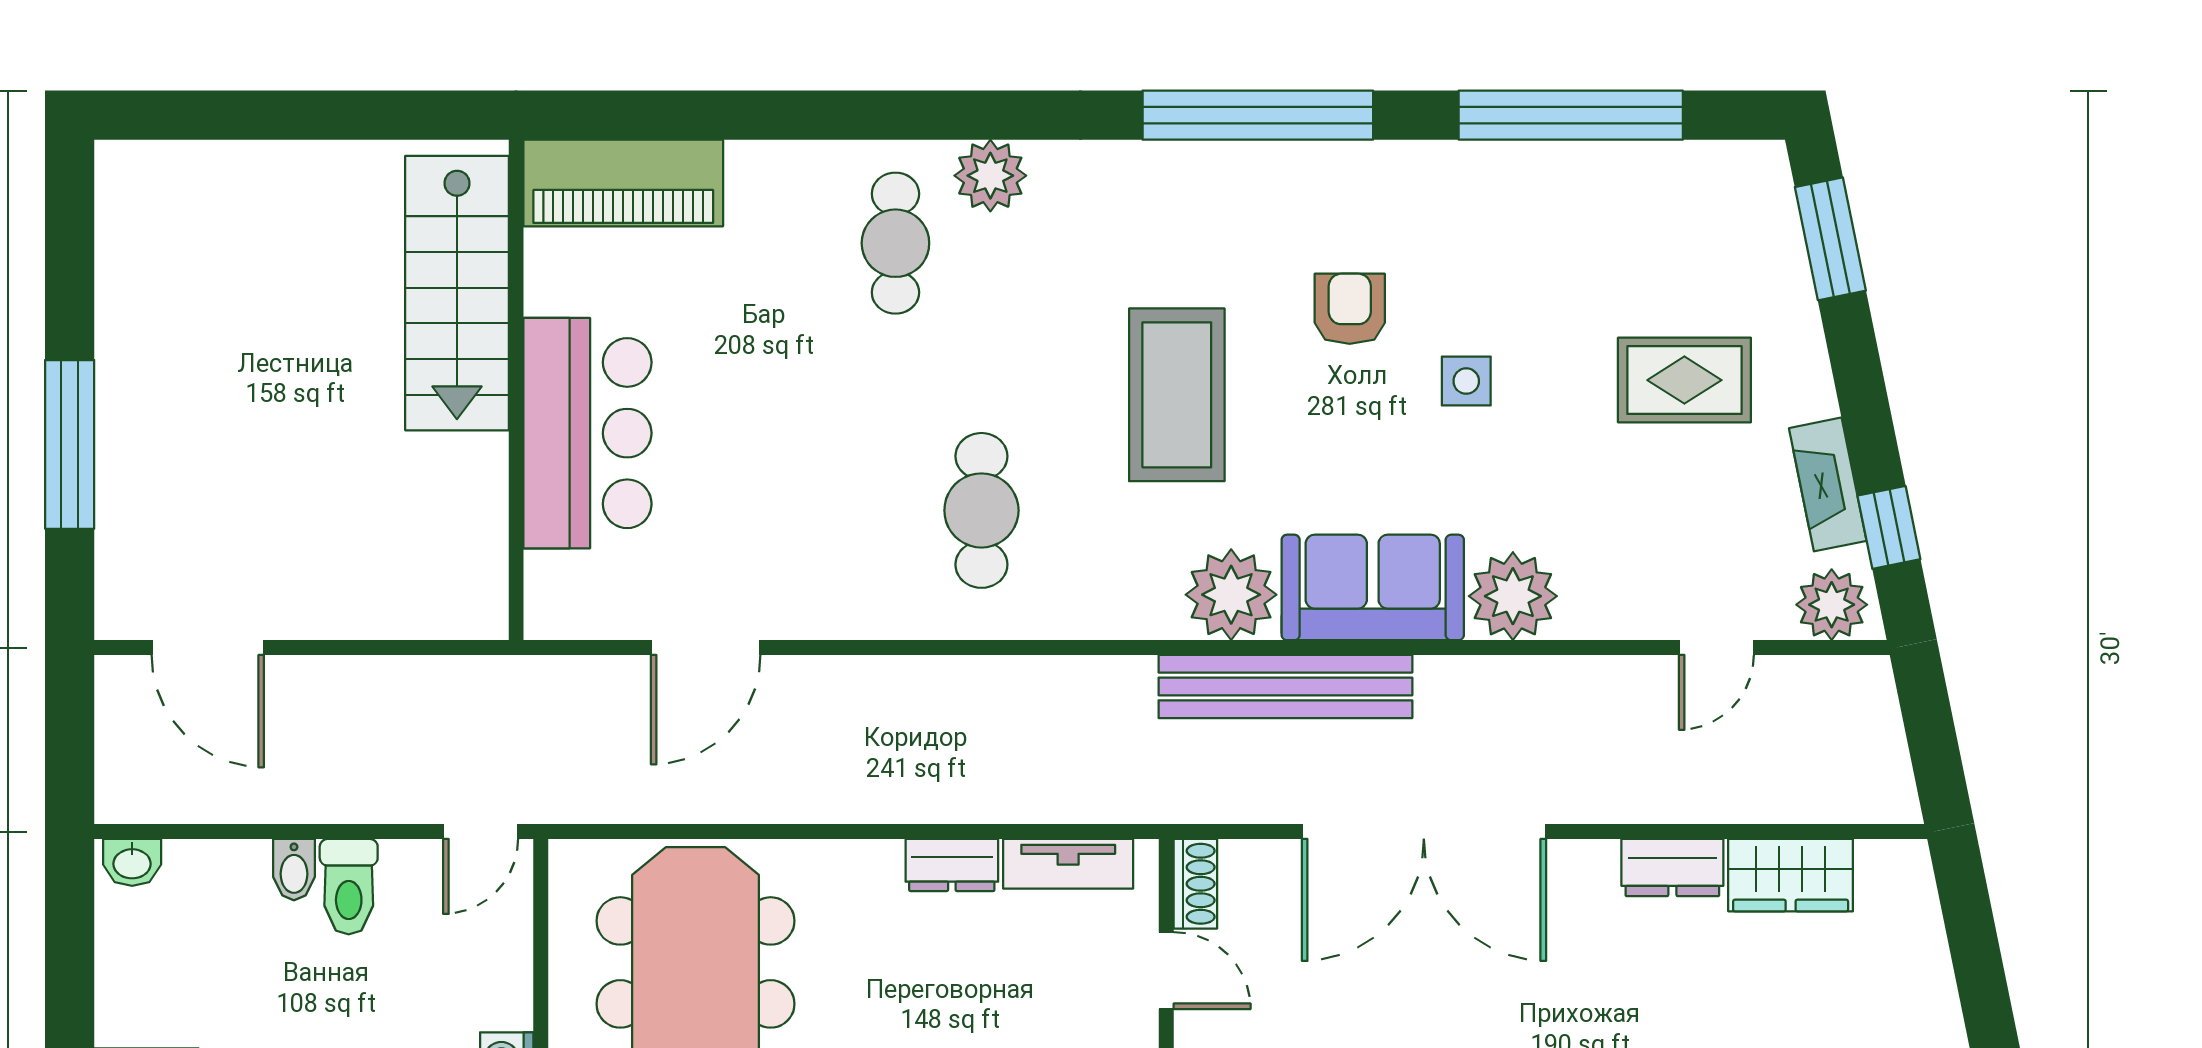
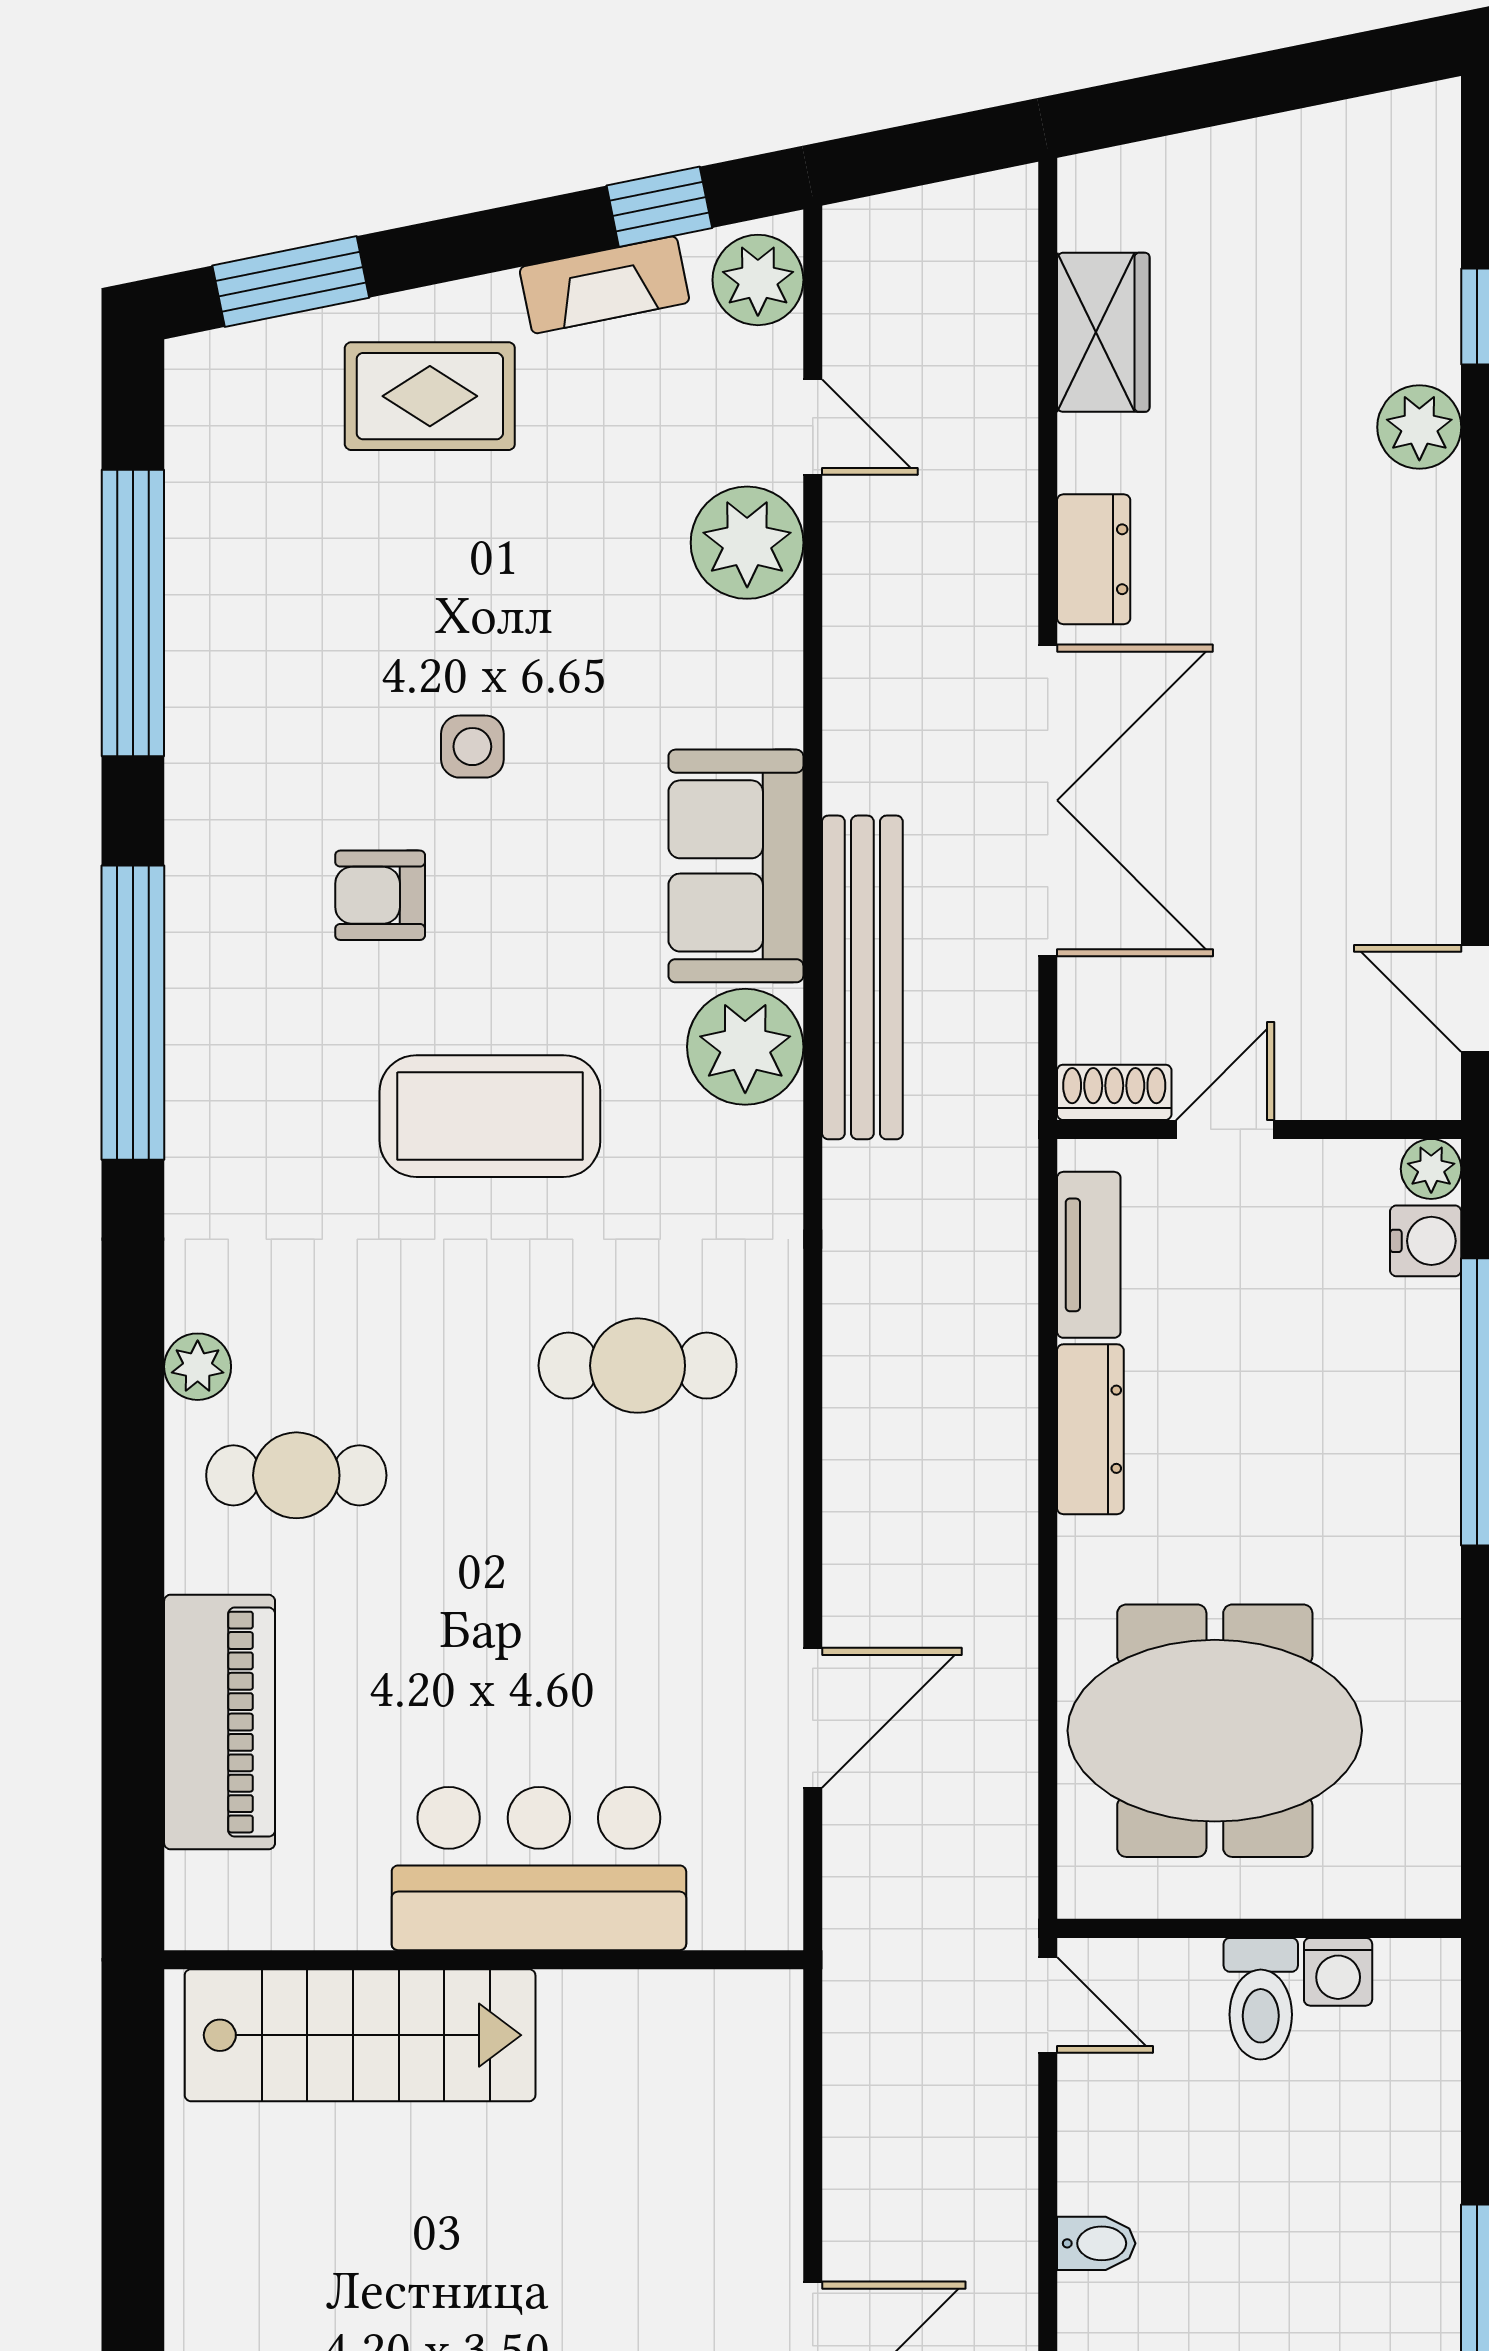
plant: (990, 176) -> (198, 1367), width x0.73, depth x0.73
piano: (623, 183) -> (220, 1722), moved
rug: (1684, 380) -> (430, 396), moved, turned 90
plant: (1513, 596) -> (747, 543), moved
door: (706, 648) -> (813, 1718), hinge flipped
dresser: (952, 865) -> (1090, 1429), width x1.44
dresser: (1672, 868) -> (1094, 559), moved
toilet: (349, 887) -> (1261, 1999), moved, turned 90

